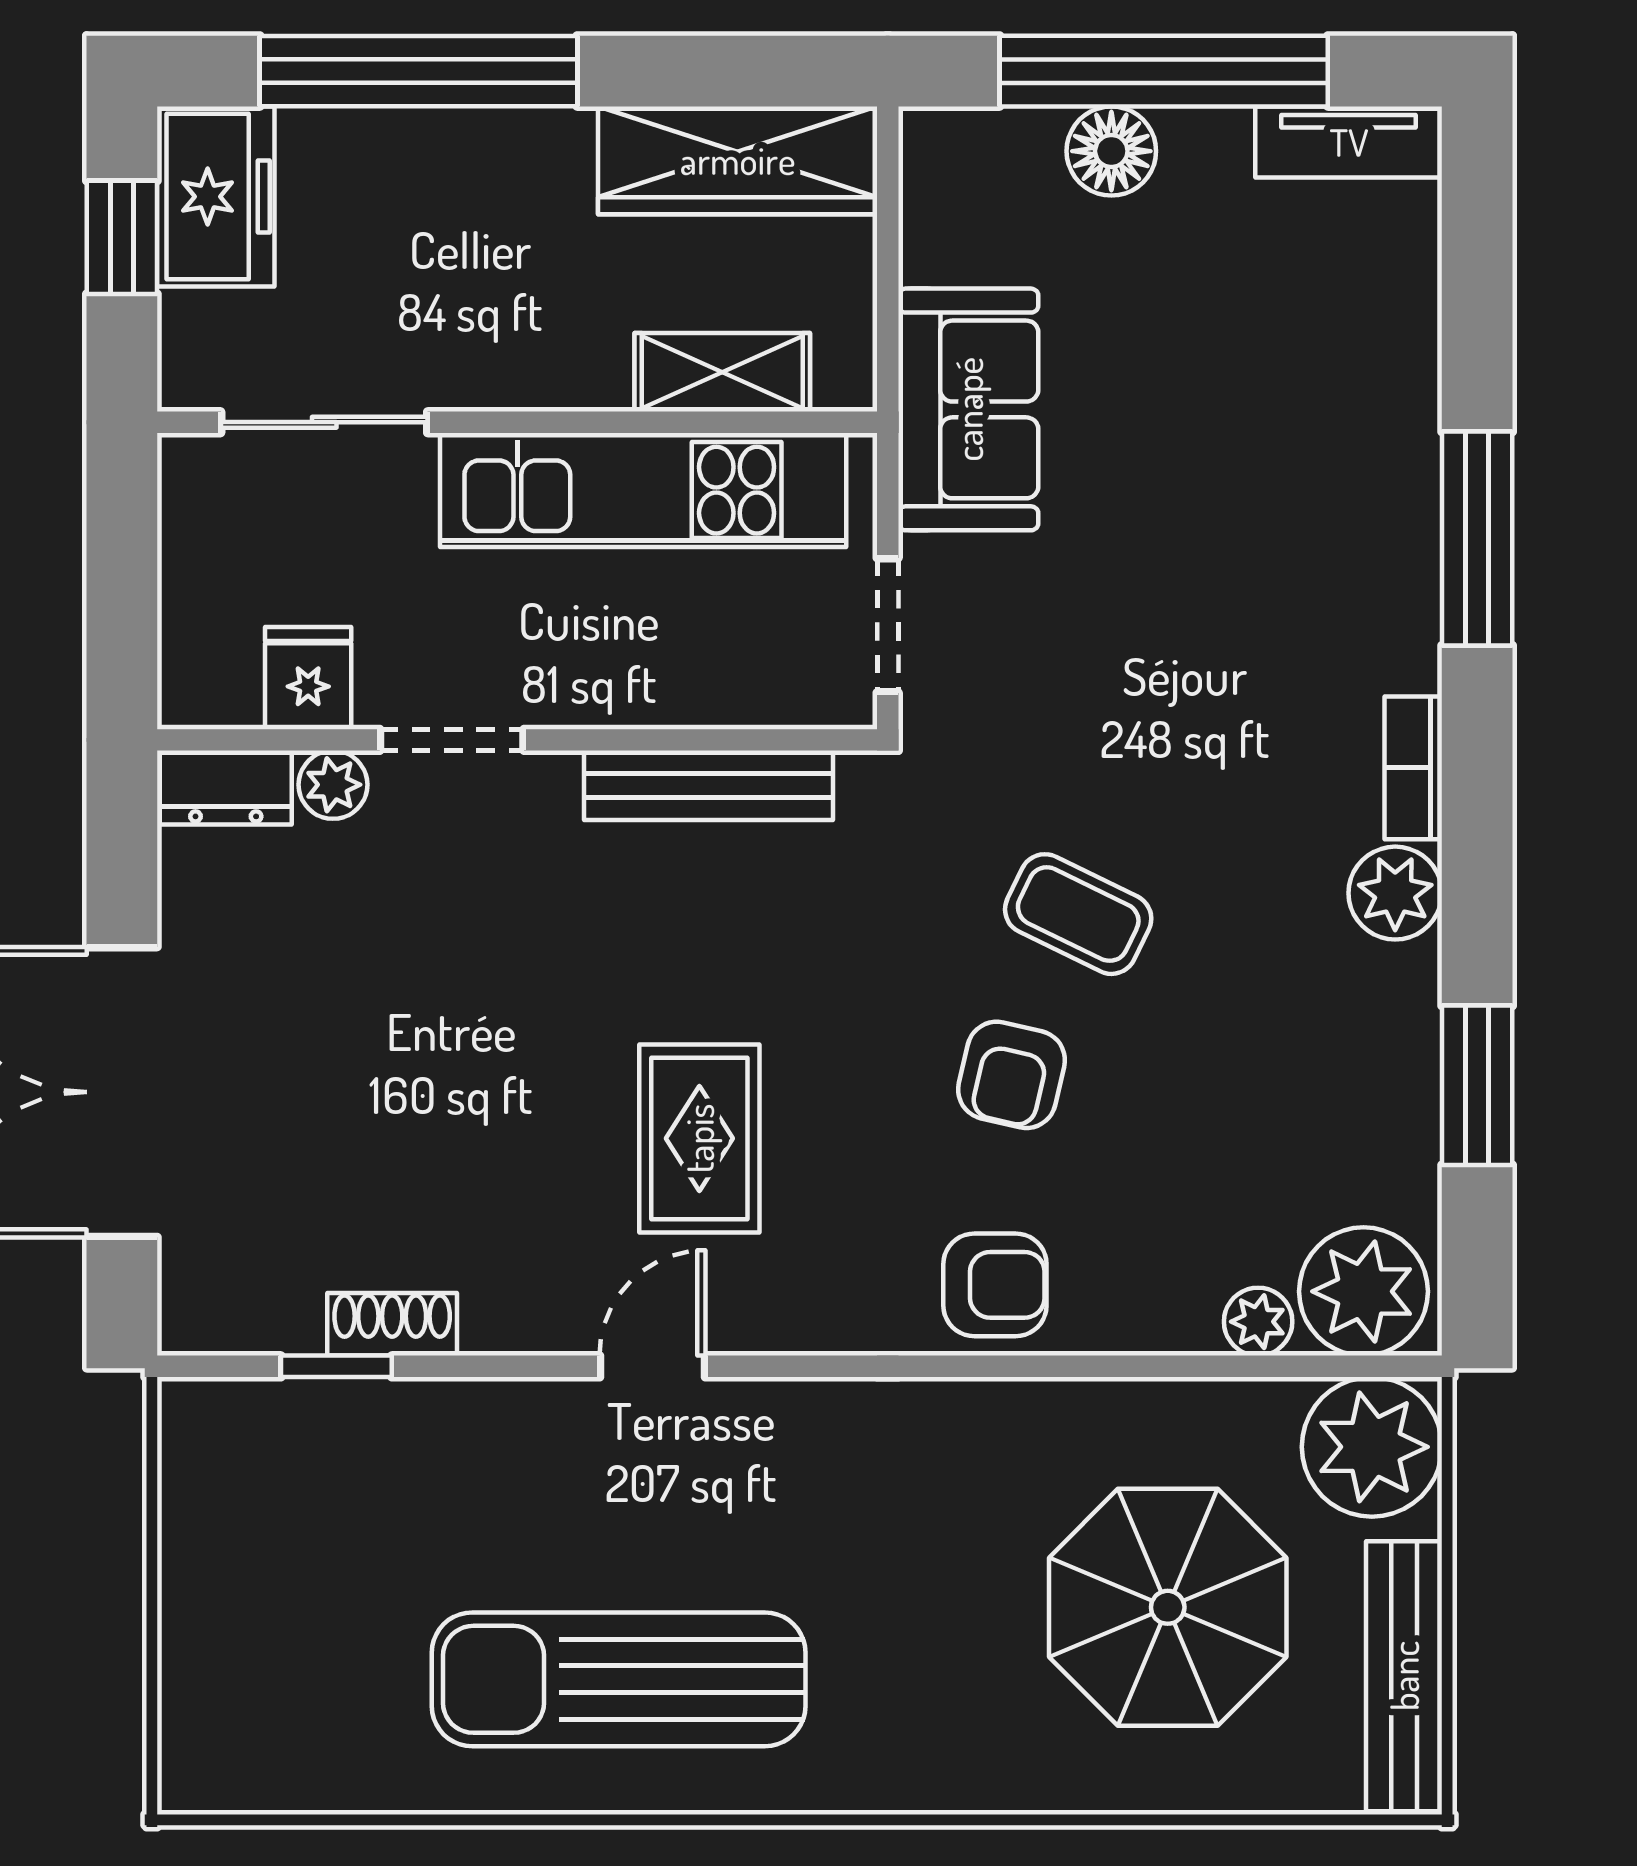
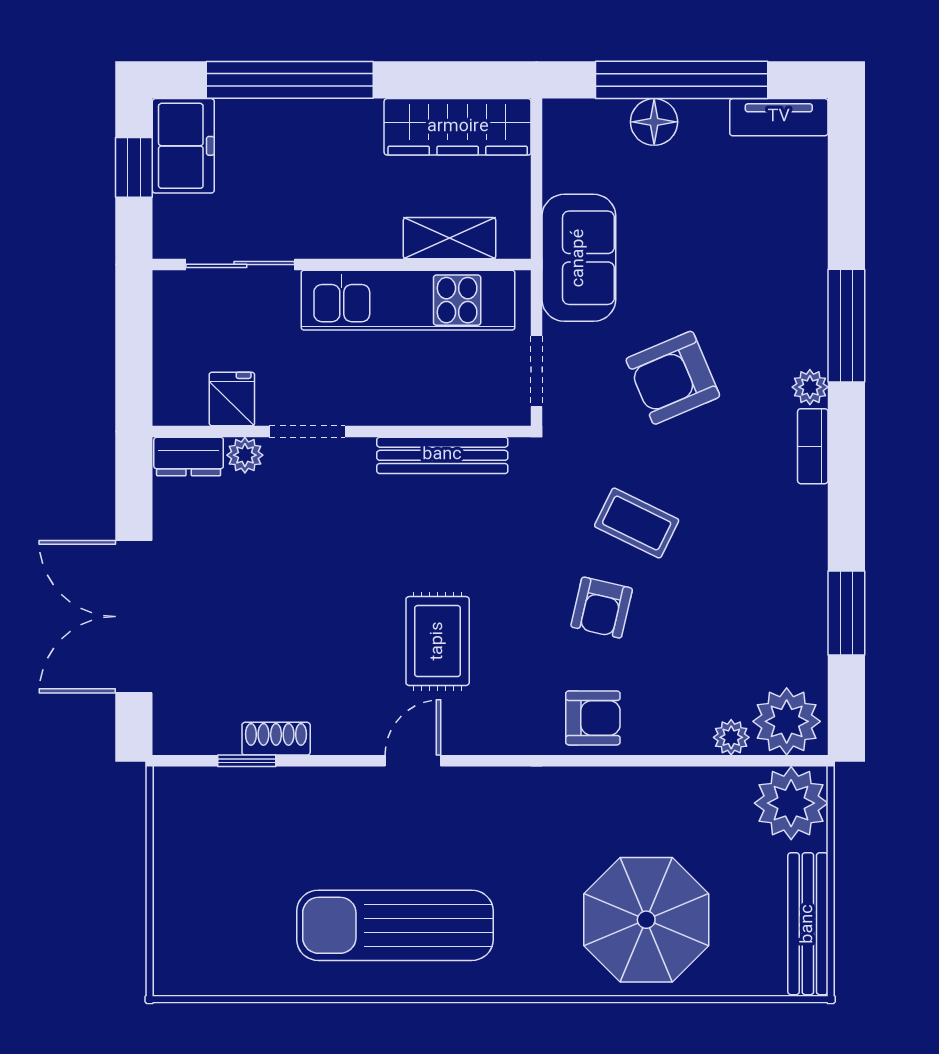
armchair: (1147, 638) -> (673, 378), added
plant: (1395, 893) -> (810, 387), moved, width x0.73, depth x0.73
parasol: (1168, 1607) -> (646, 920), moved

